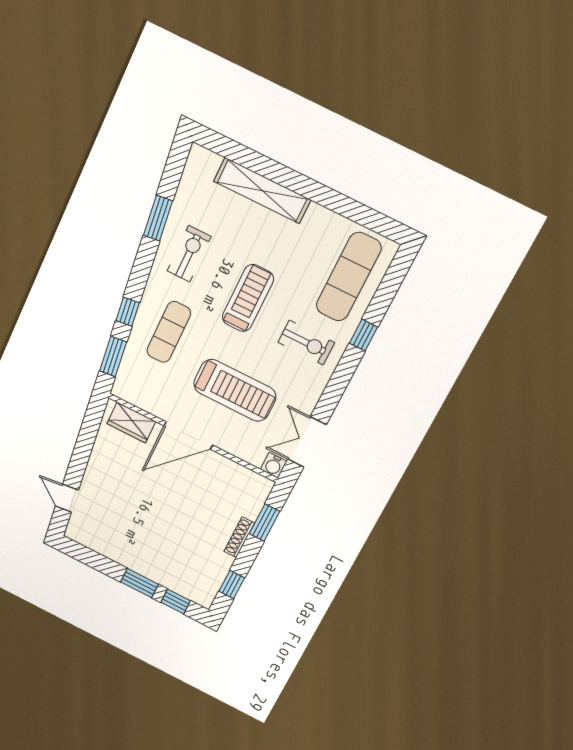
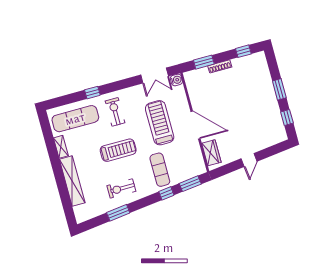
shelving: (327, 219) -> (61, 147), added
treadmill: (248, 298) -> (118, 150), turned 180
exercise mat: (169, 332) -> (160, 170), turned 90
door: (67, 498) -> (249, 160), moved
window: (176, 602) -> (287, 118), moved

